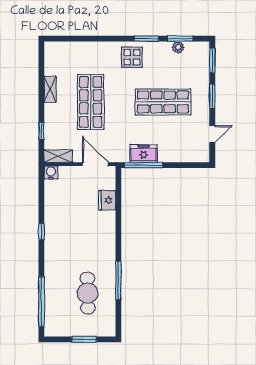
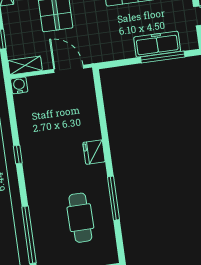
freezer: (144, 153) -> (157, 44), moved, width x1.40
window: (144, 165) -> (163, 57), moved
fridge: (107, 200) -> (94, 152), moved

